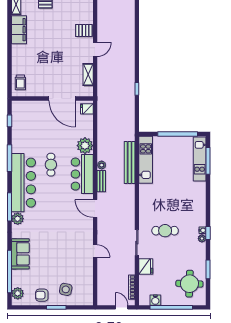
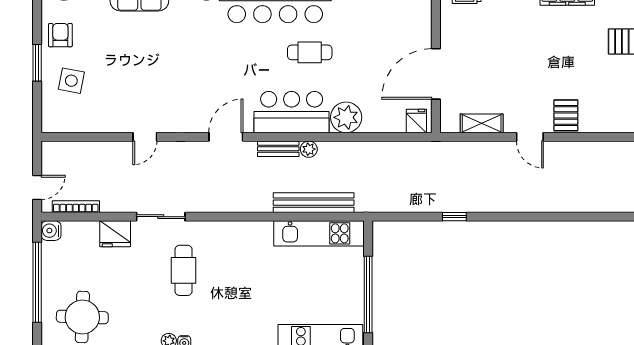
water cooler: (155, 300) -> (51, 231), moved

